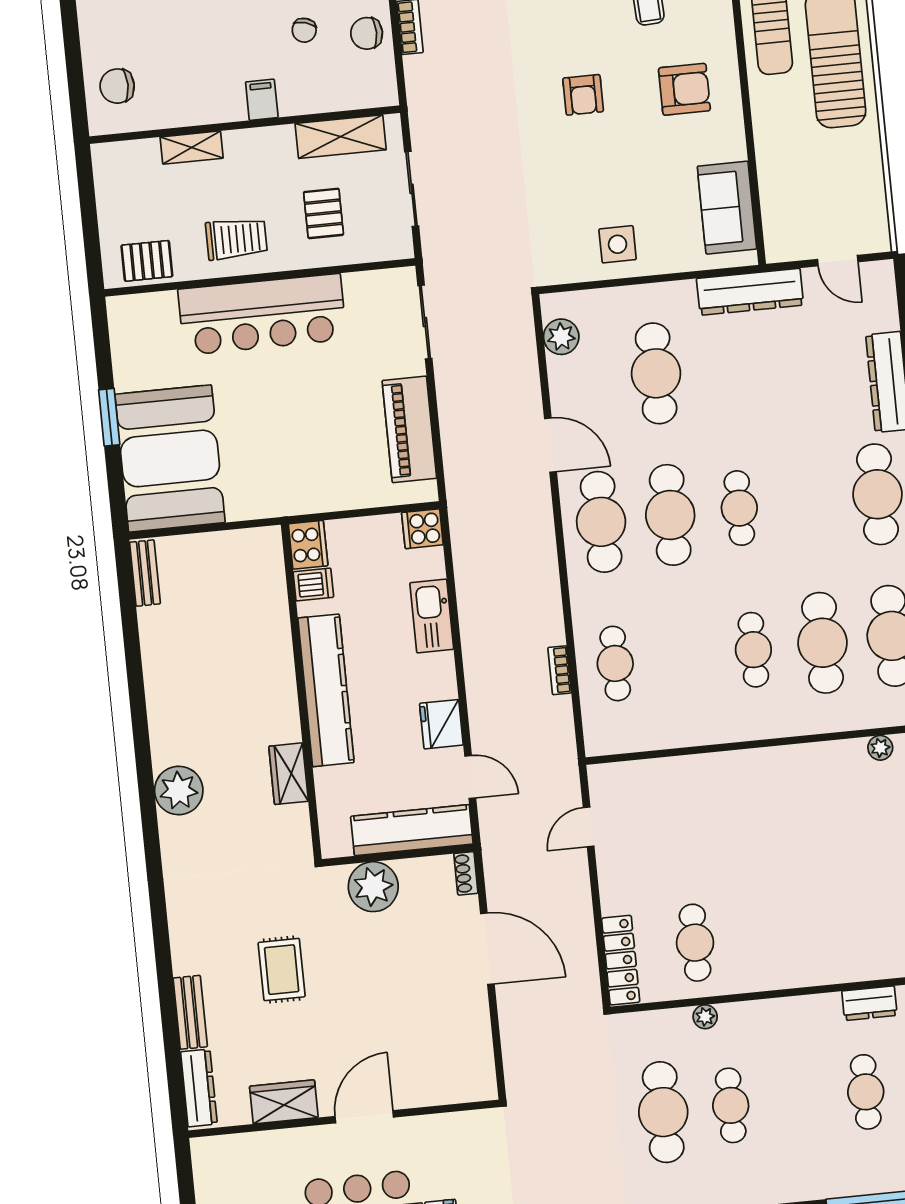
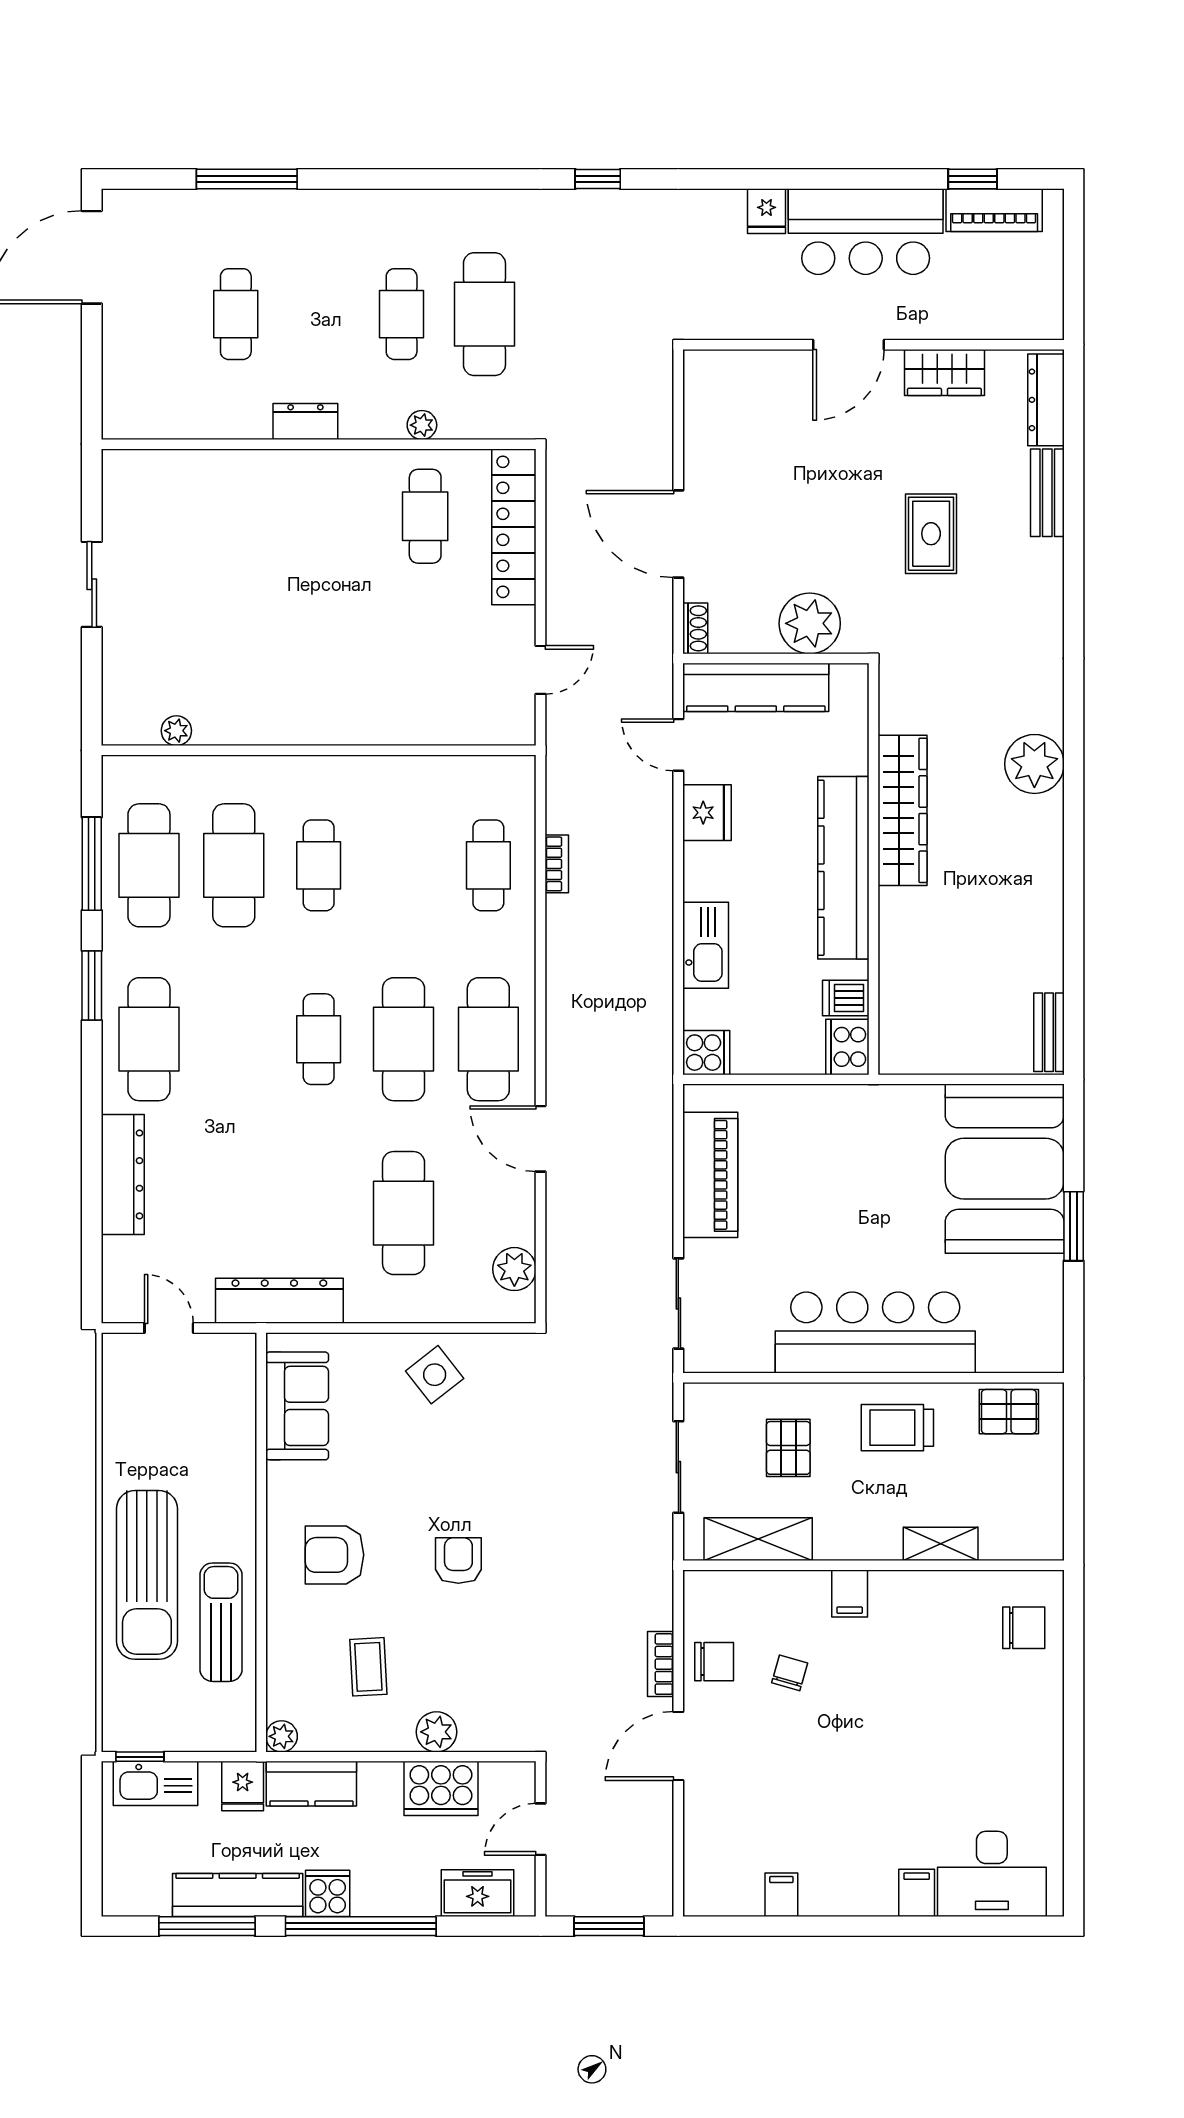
side table: (618, 244) -> (435, 1375), turned -38
wardrobe: (289, 774) -> (902, 810), width x2.10, depth x1.17
locker: (621, 960) -> (514, 527), width x1.41, depth x1.21
dresser: (869, 1003) -> (305, 421), moved

